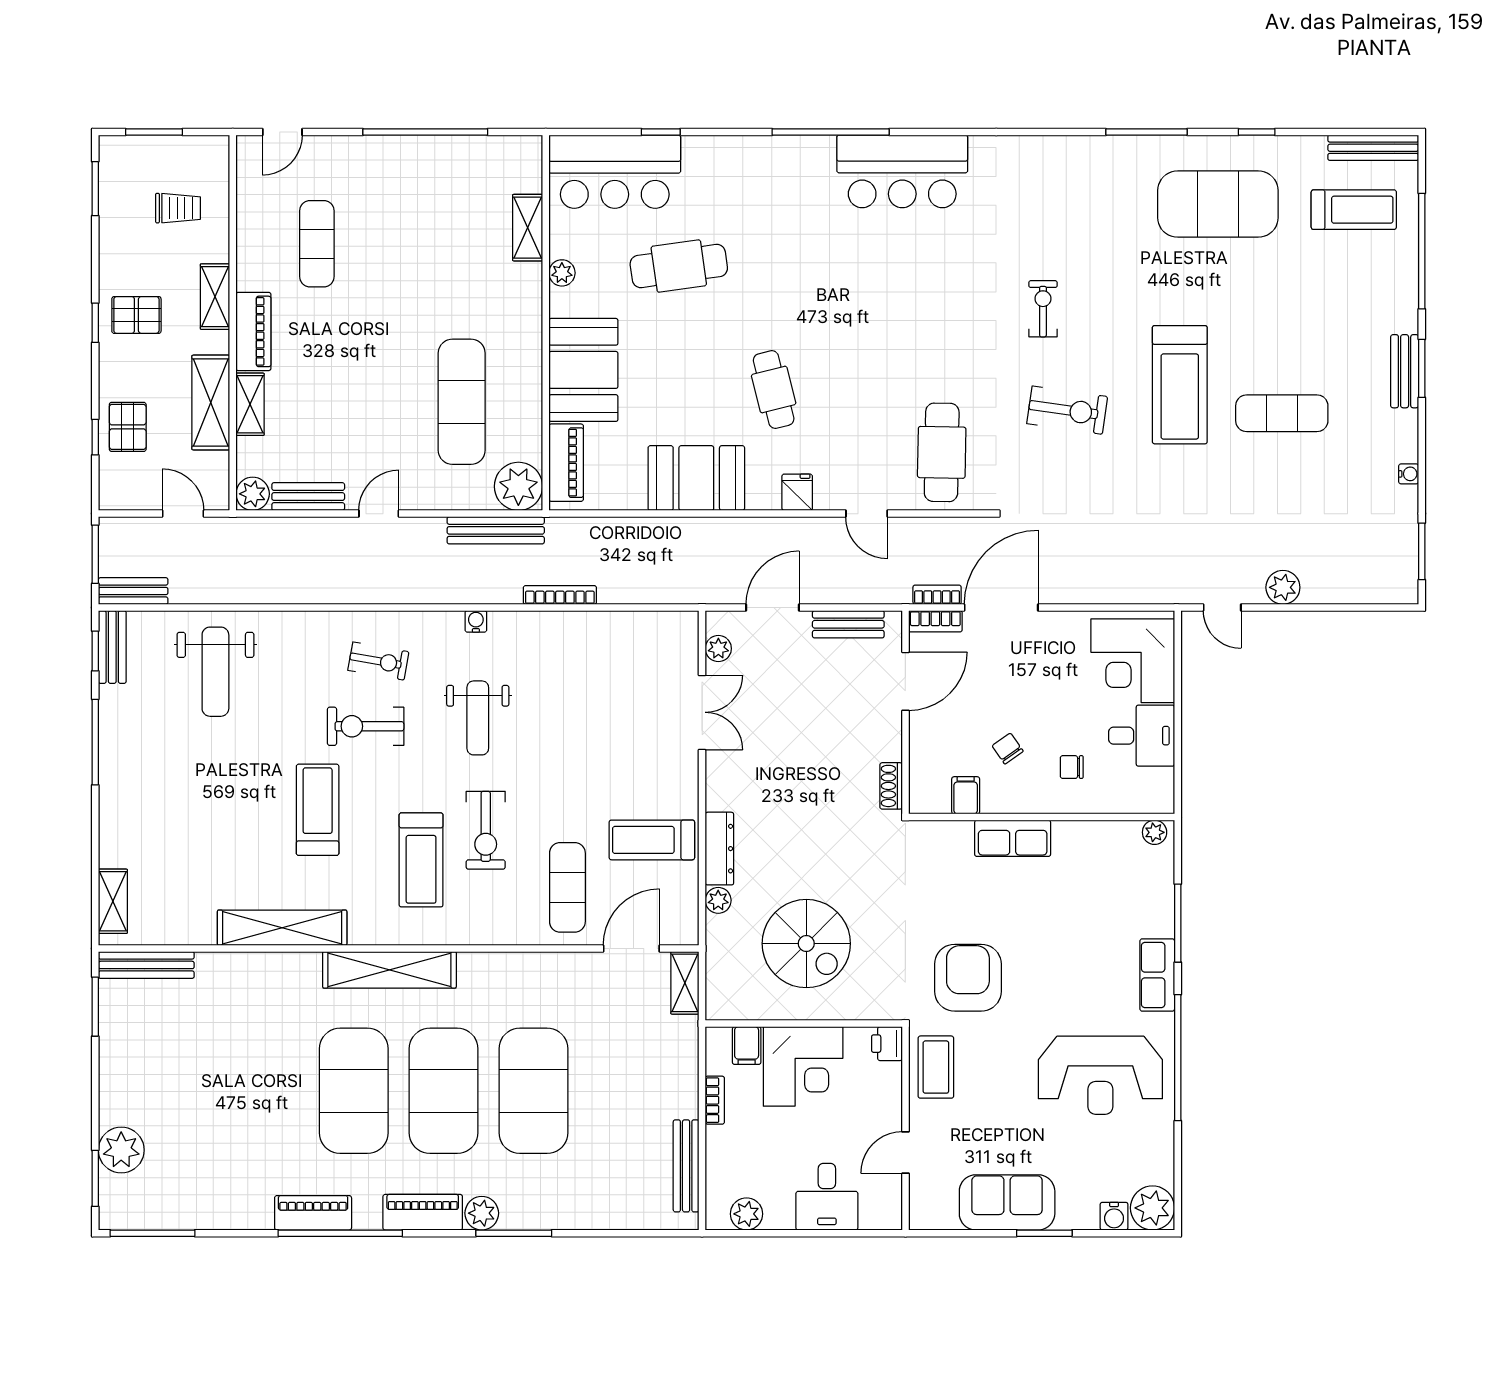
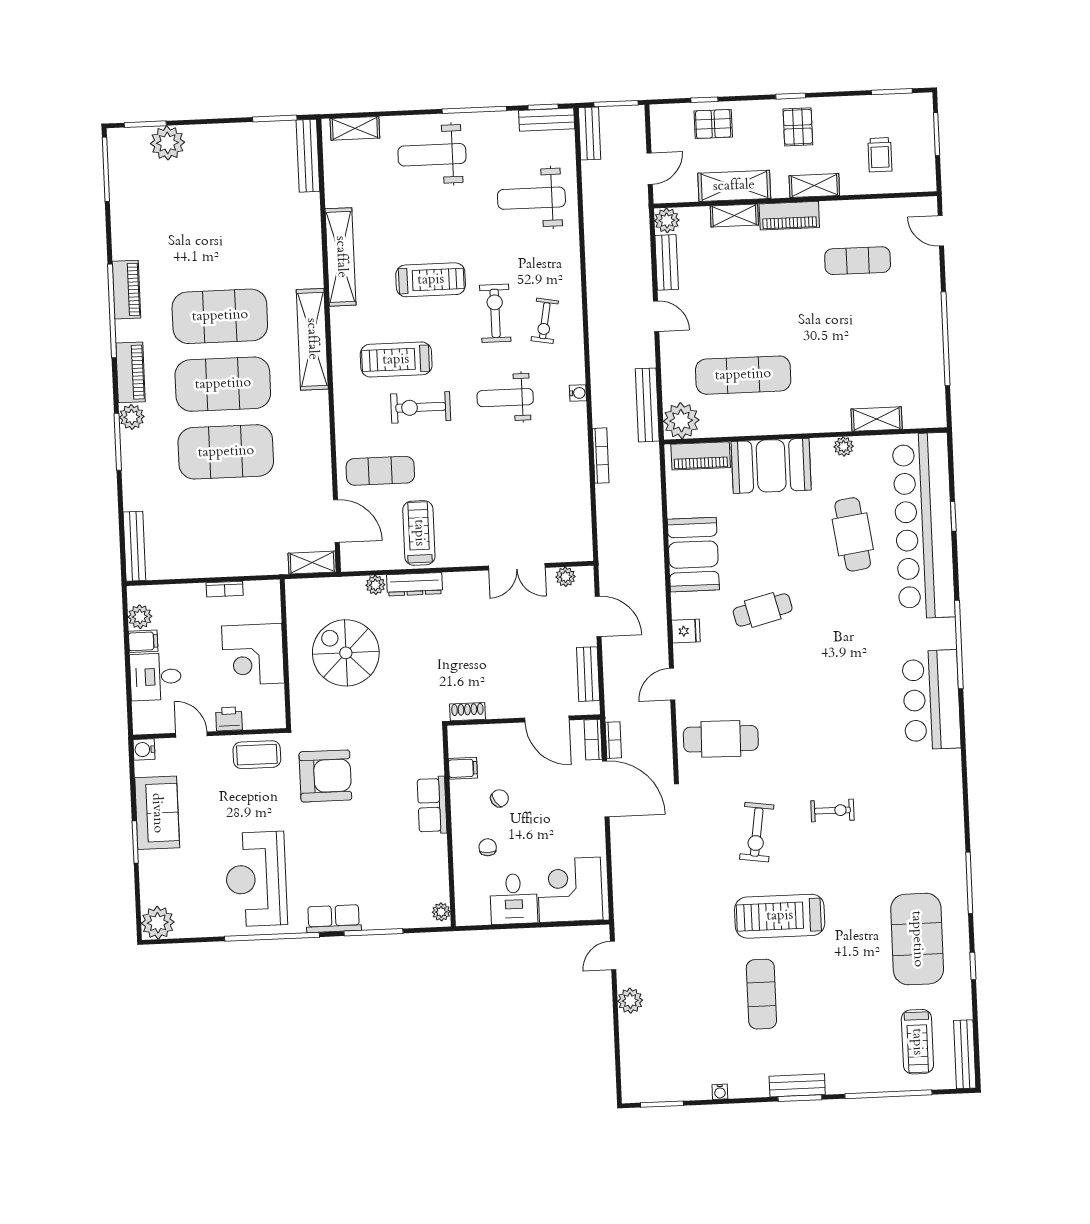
bar counter: (615, 172) -> (924, 526), width x1.86
weight bench: (152, 801) -> (432, 155), added
spiral stairs: (806, 944) -> (346, 653), turned 90
printer: (887, 1044) -> (229, 719), moved
filing cabinet: (747, 1046) -> (143, 641), moved, turned 180
bench: (686, 1166) -> (134, 546), moved, turned 90
water cooler: (1114, 1216) -> (144, 749), moved

